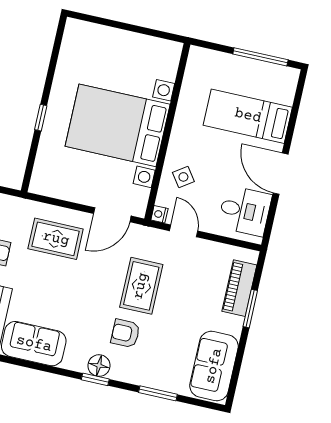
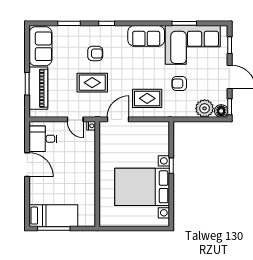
bed: (248, 116) -> (53, 216), moved
bed with nightstands: (118, 125) -> (142, 187), moved, turned 180
side table: (183, 177) -> (82, 150), removed
rug: (141, 286) -> (92, 83), turned 90
piano: (239, 288) -> (38, 88), width x1.37, depth x1.33
floor lamp: (99, 366) -> (106, 32), removed

